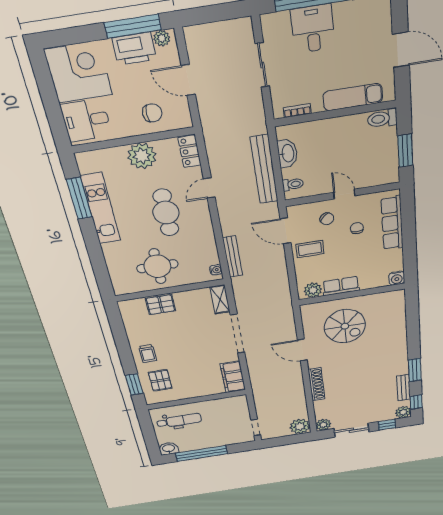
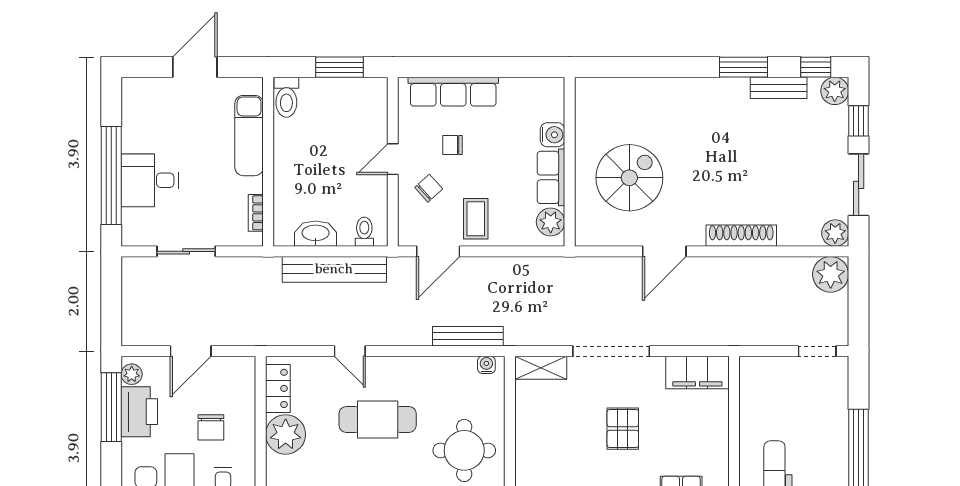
chair: (152, 113) -> (211, 427), moved, turned 180
locker: (190, 151) -> (278, 388), moved, turned -90
water cooler: (397, 278) -> (552, 135), moved
pallet: (160, 305) -> (623, 429), moved

